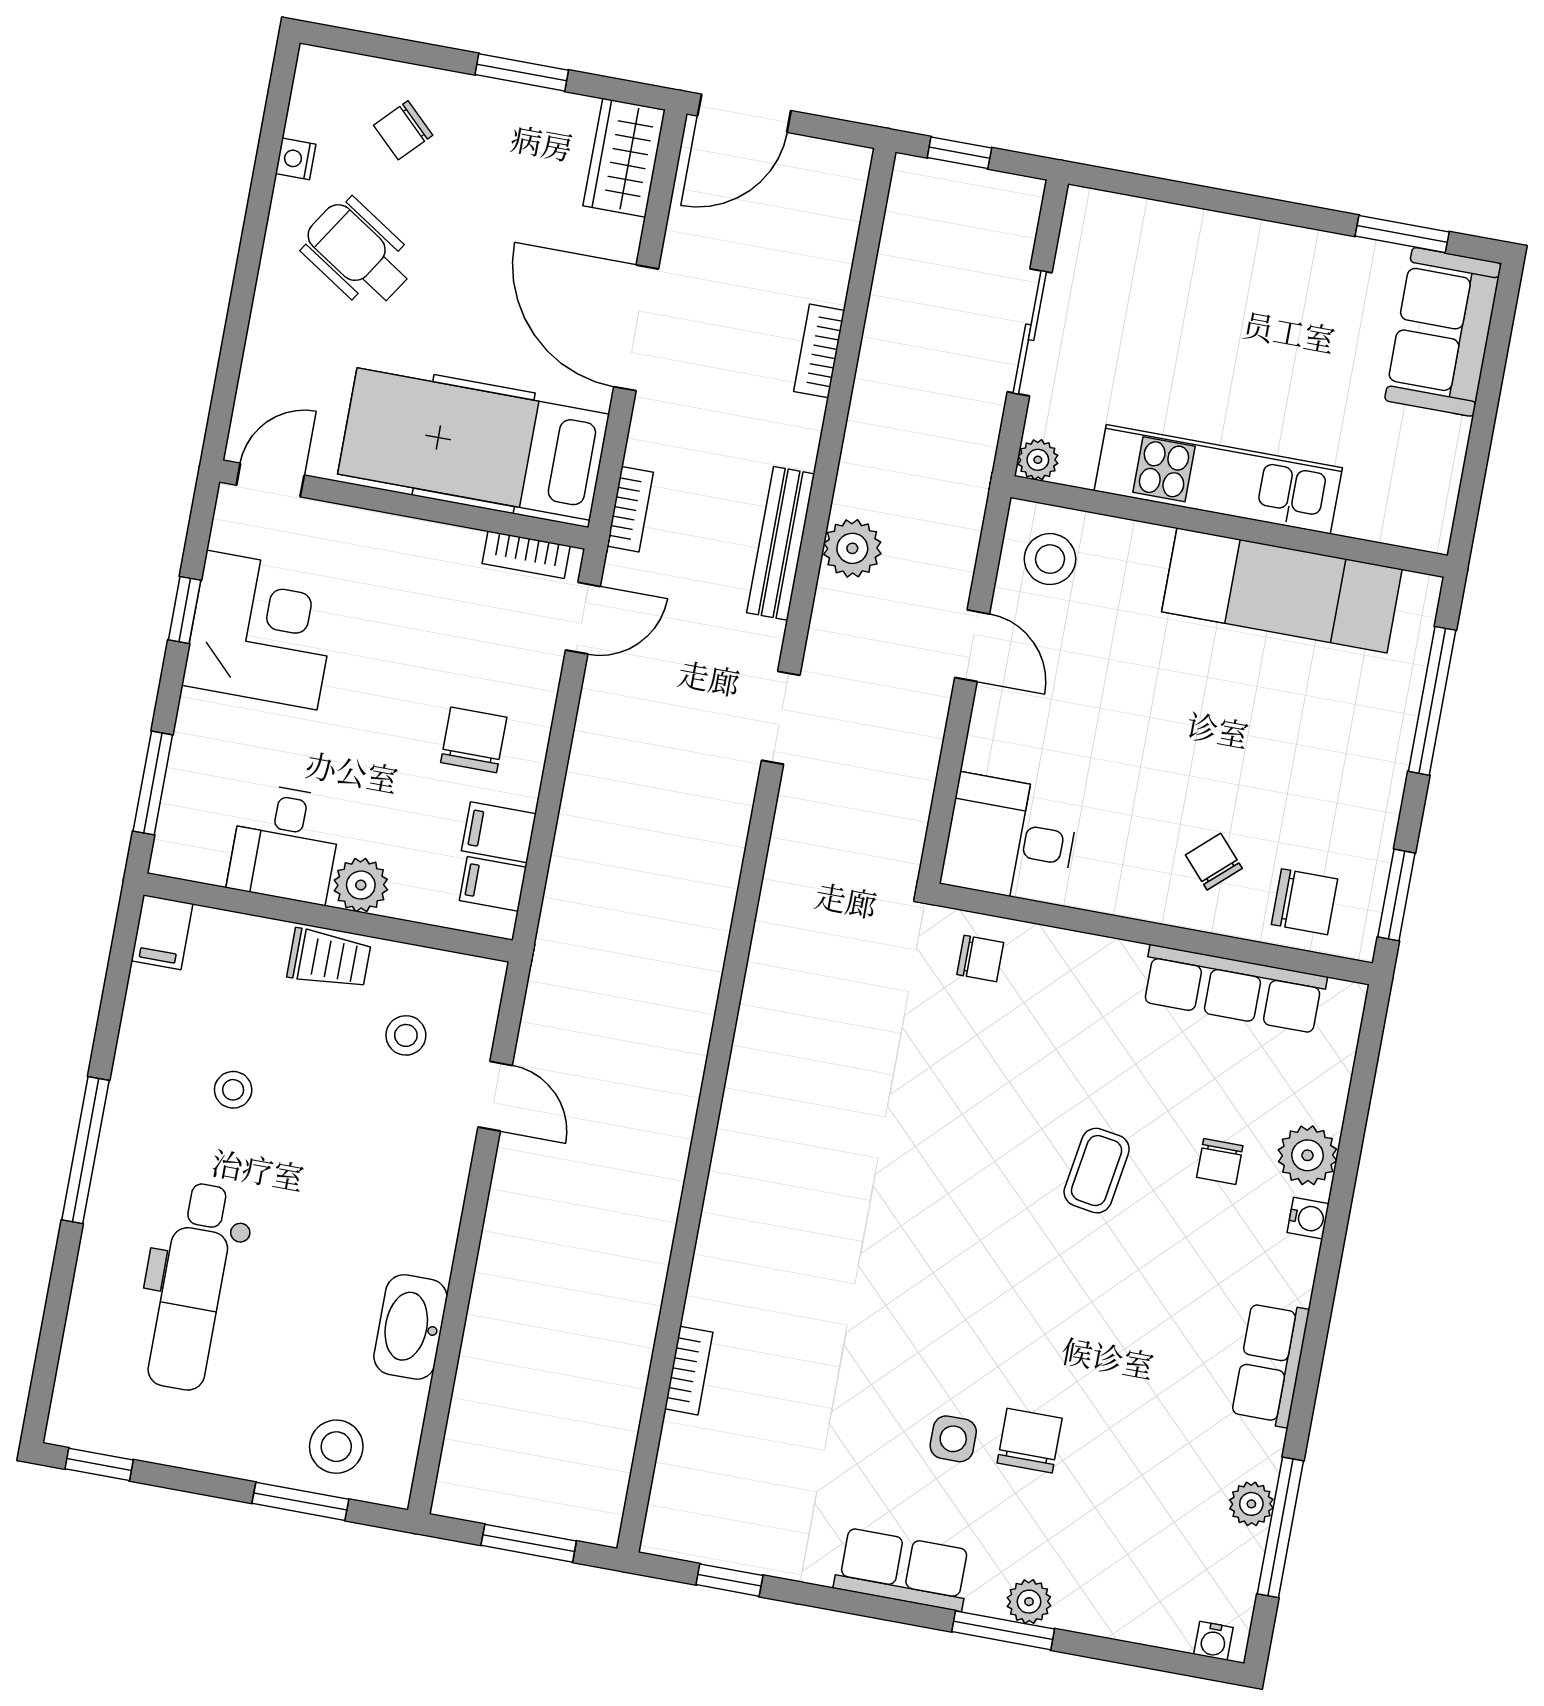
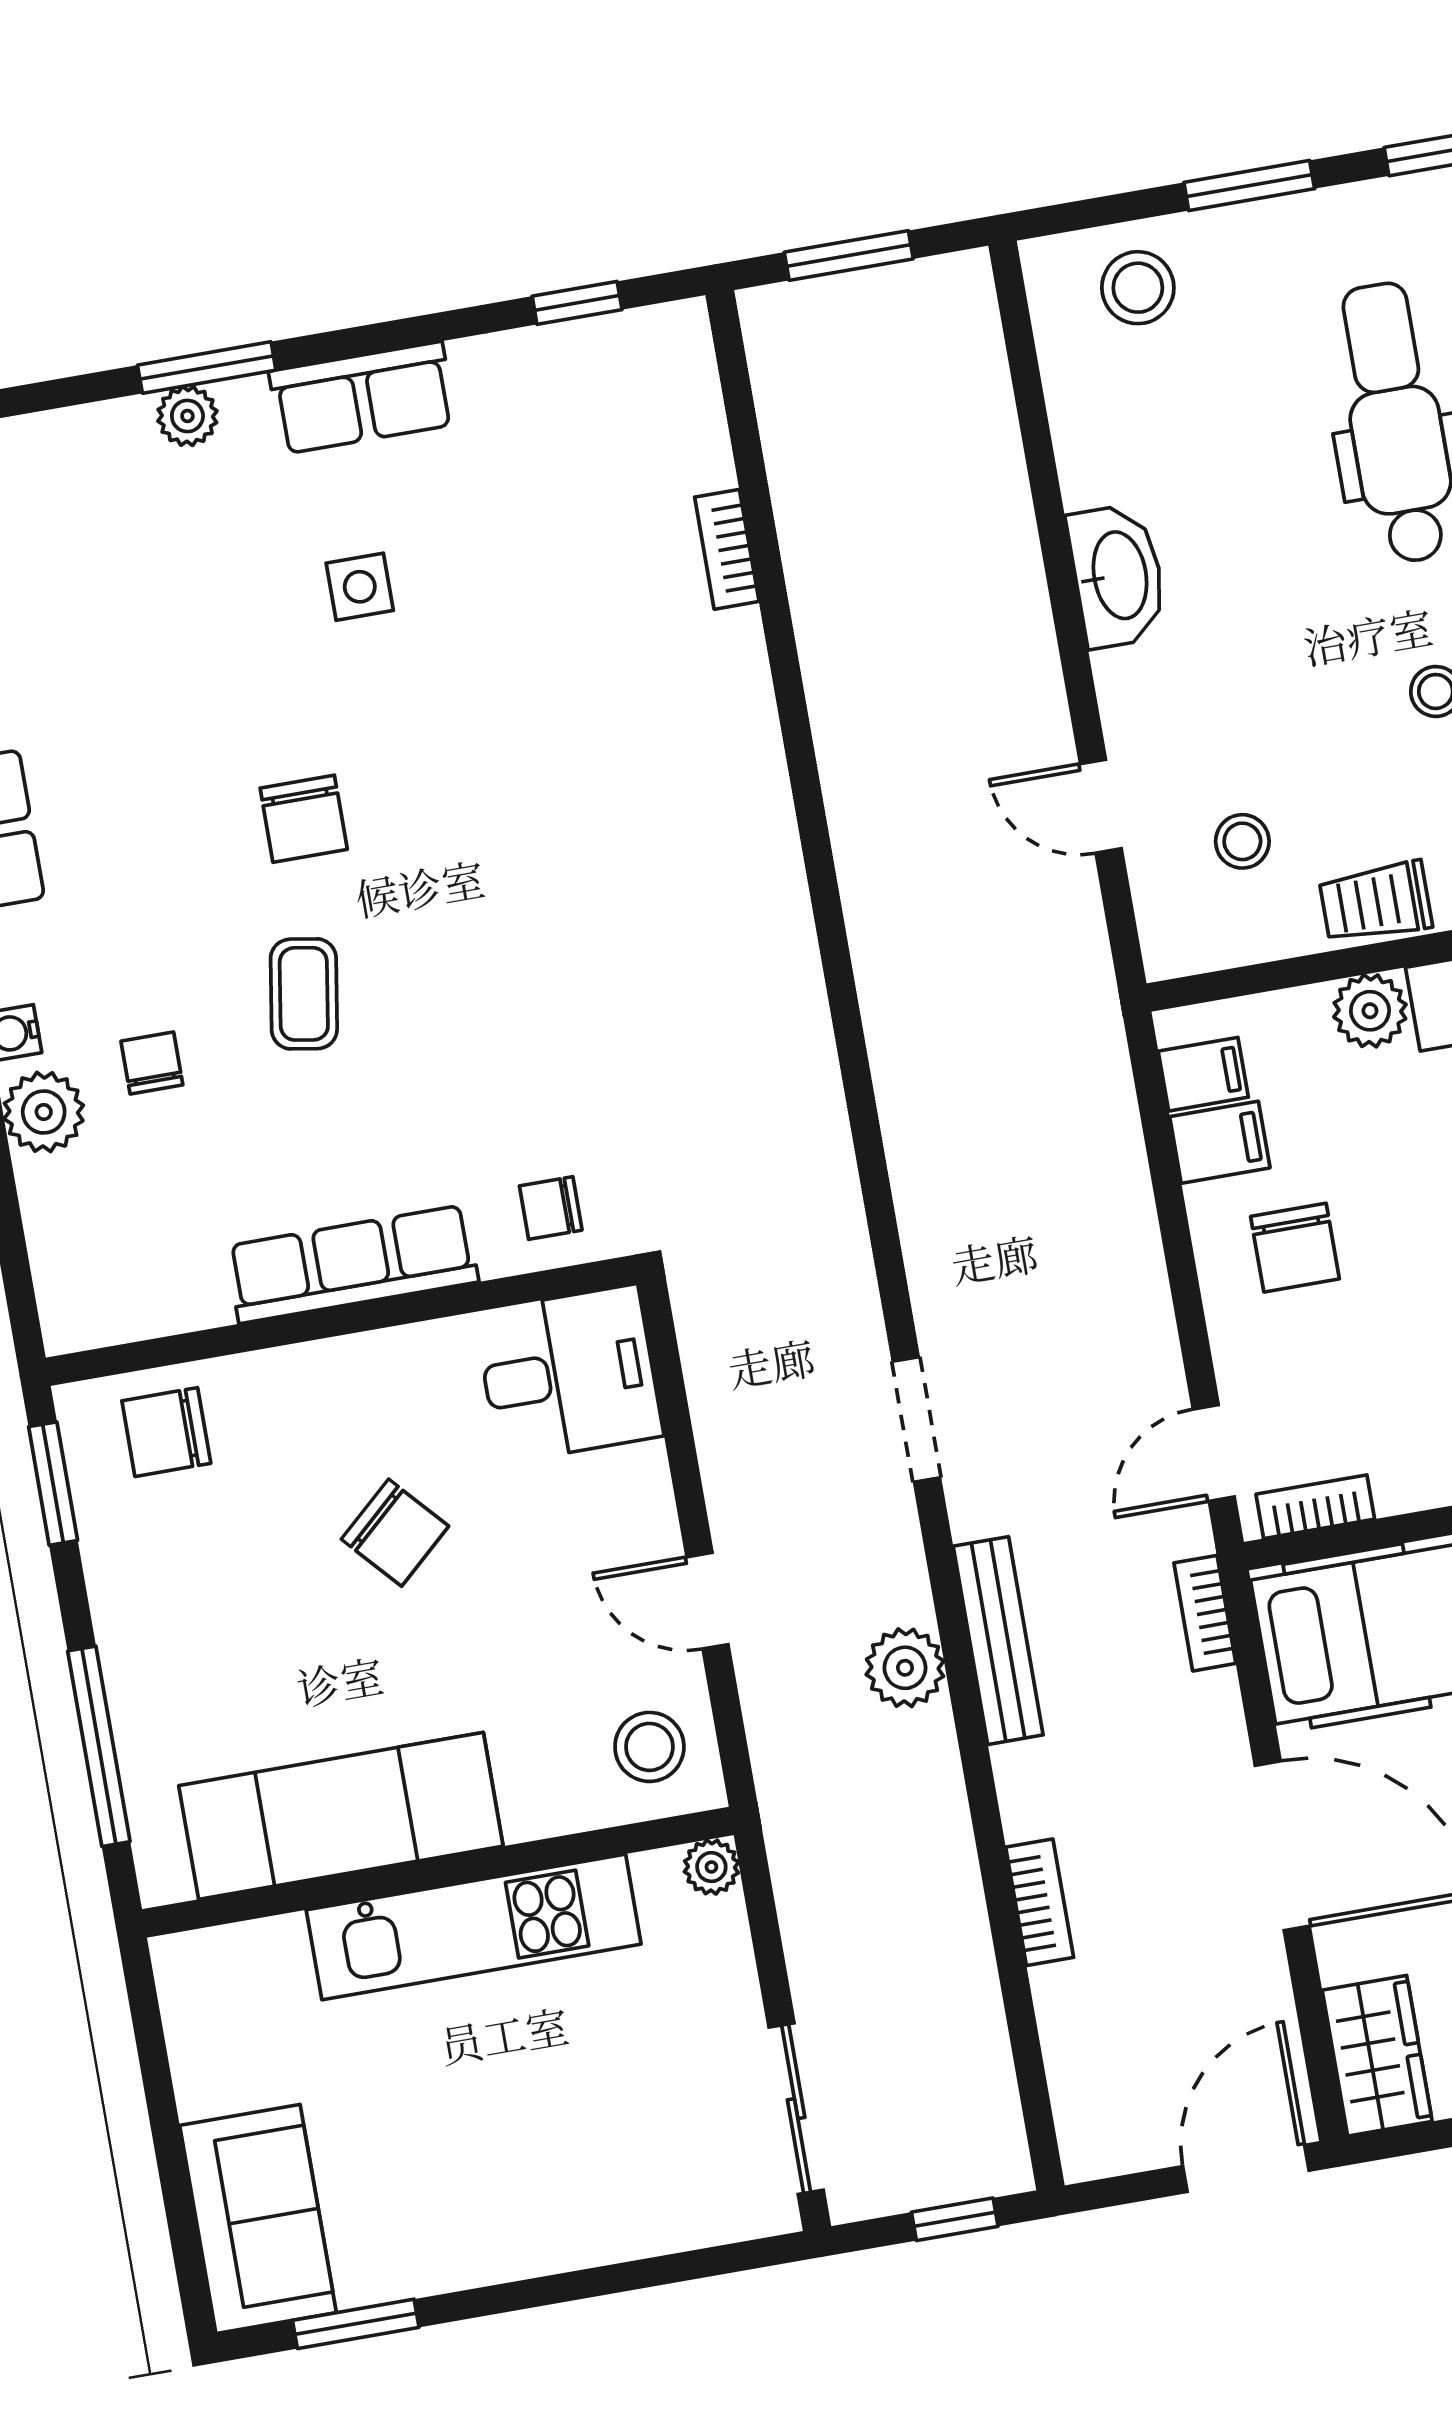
sliding door: (1030, 332) -> (796, 2109), moved
chair: (1214, 862) -> (395, 1533), moved, width x1.37, depth x1.37
row of seats: (1234, 989) -> (352, 1264), moved
washbasin: (410, 1327) -> (1118, 576), moved
chair: (1030, 1441) -> (304, 819), moved
window: (300, 1501) -> (1249, 186), moved

